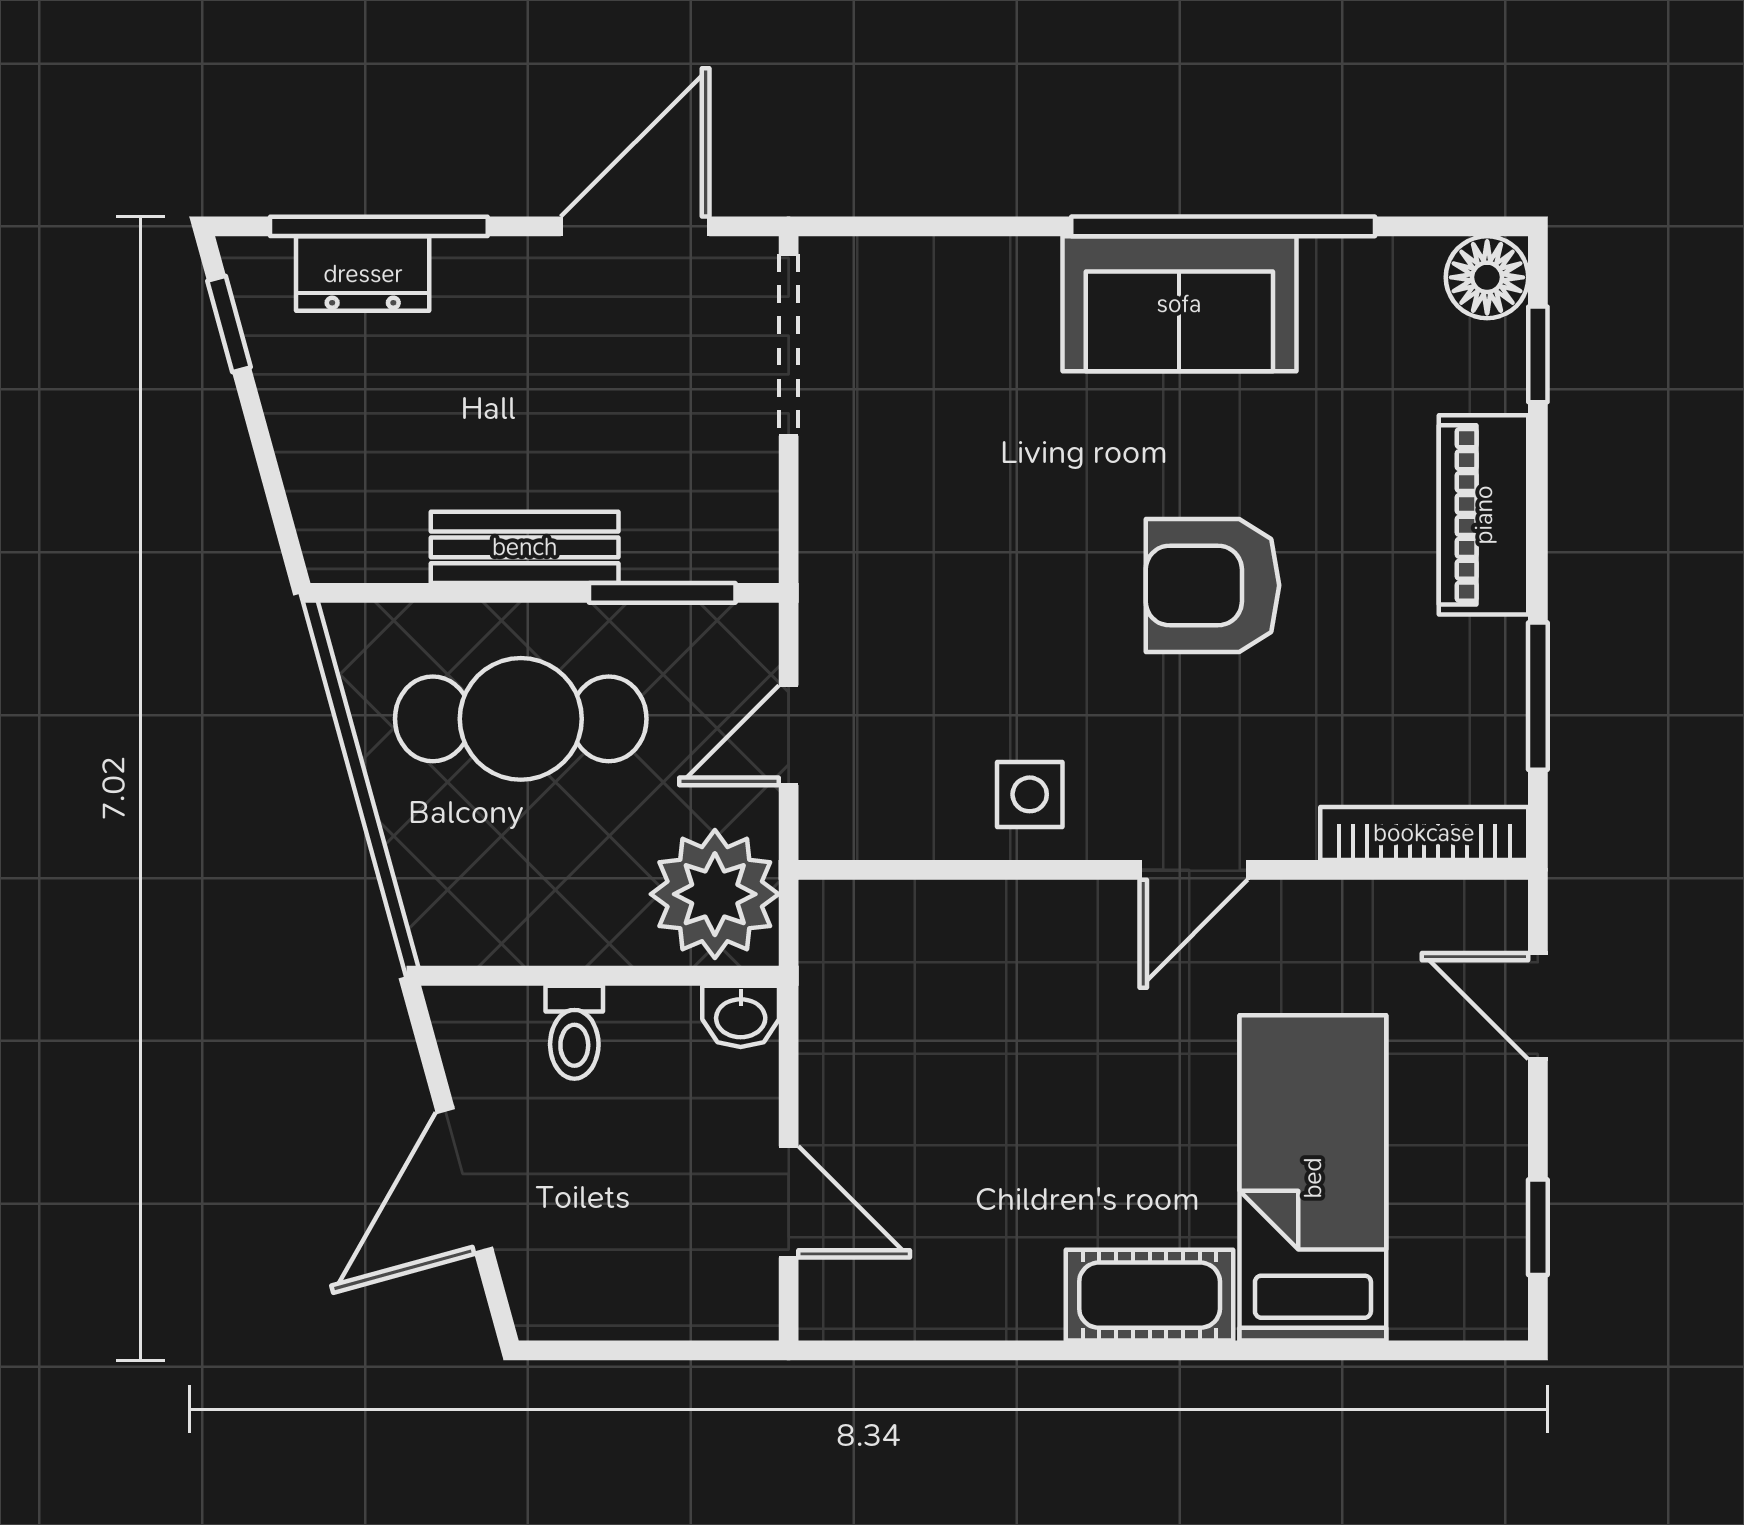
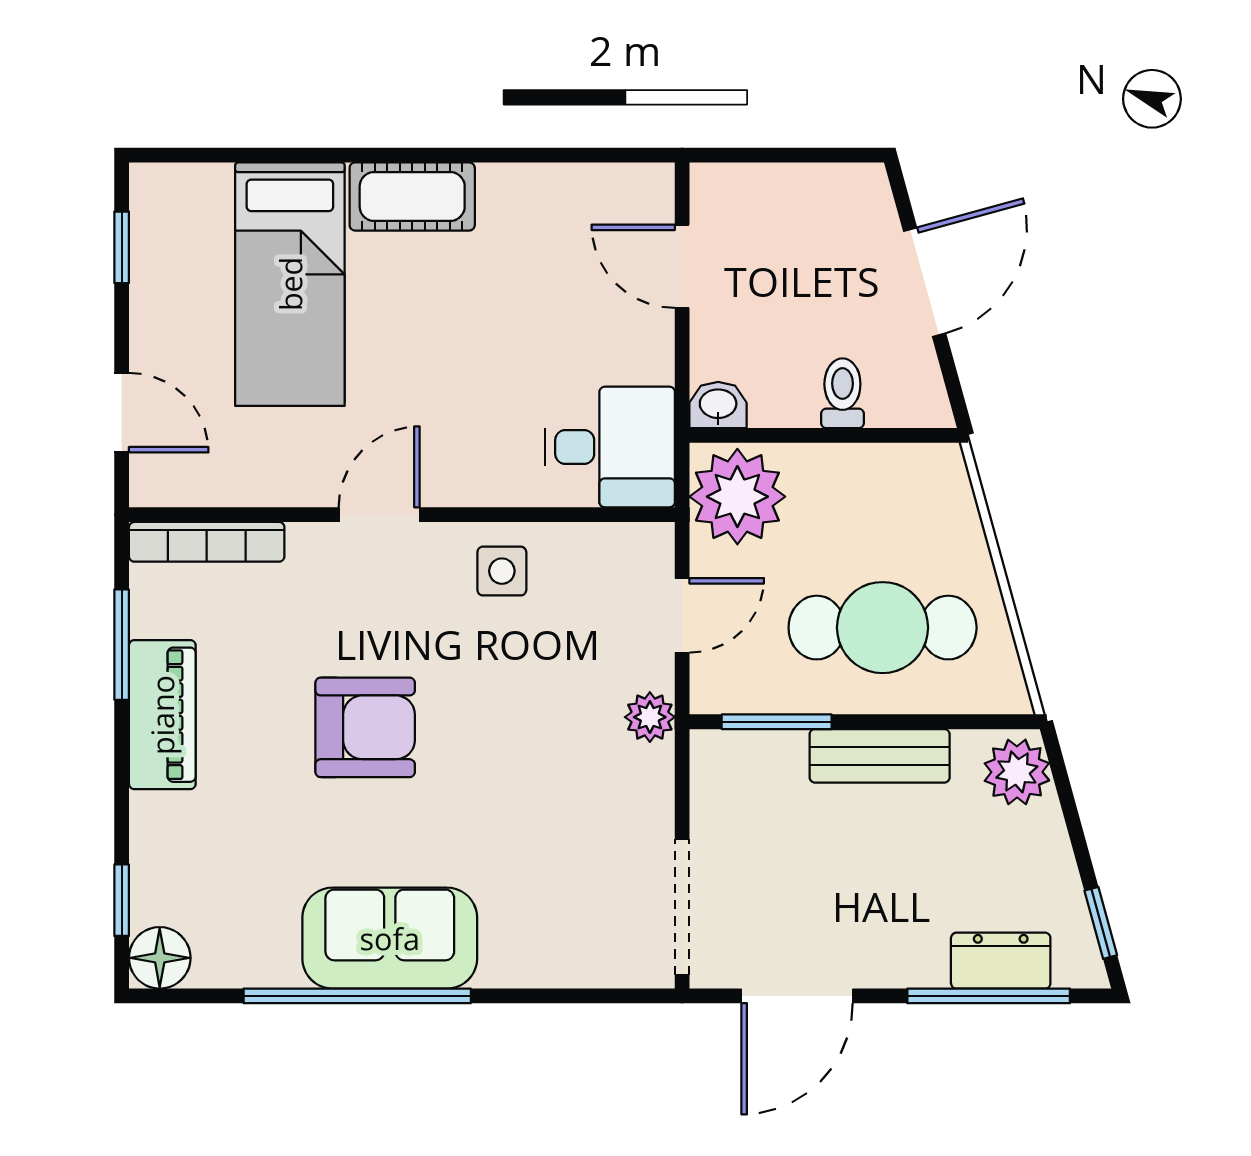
piano: (1484, 515) -> (162, 715), moved
plant: (341, 526) -> (1017, 772), added
plant: (832, 599) -> (650, 717), added
desk: (885, 960) -> (610, 447), added

